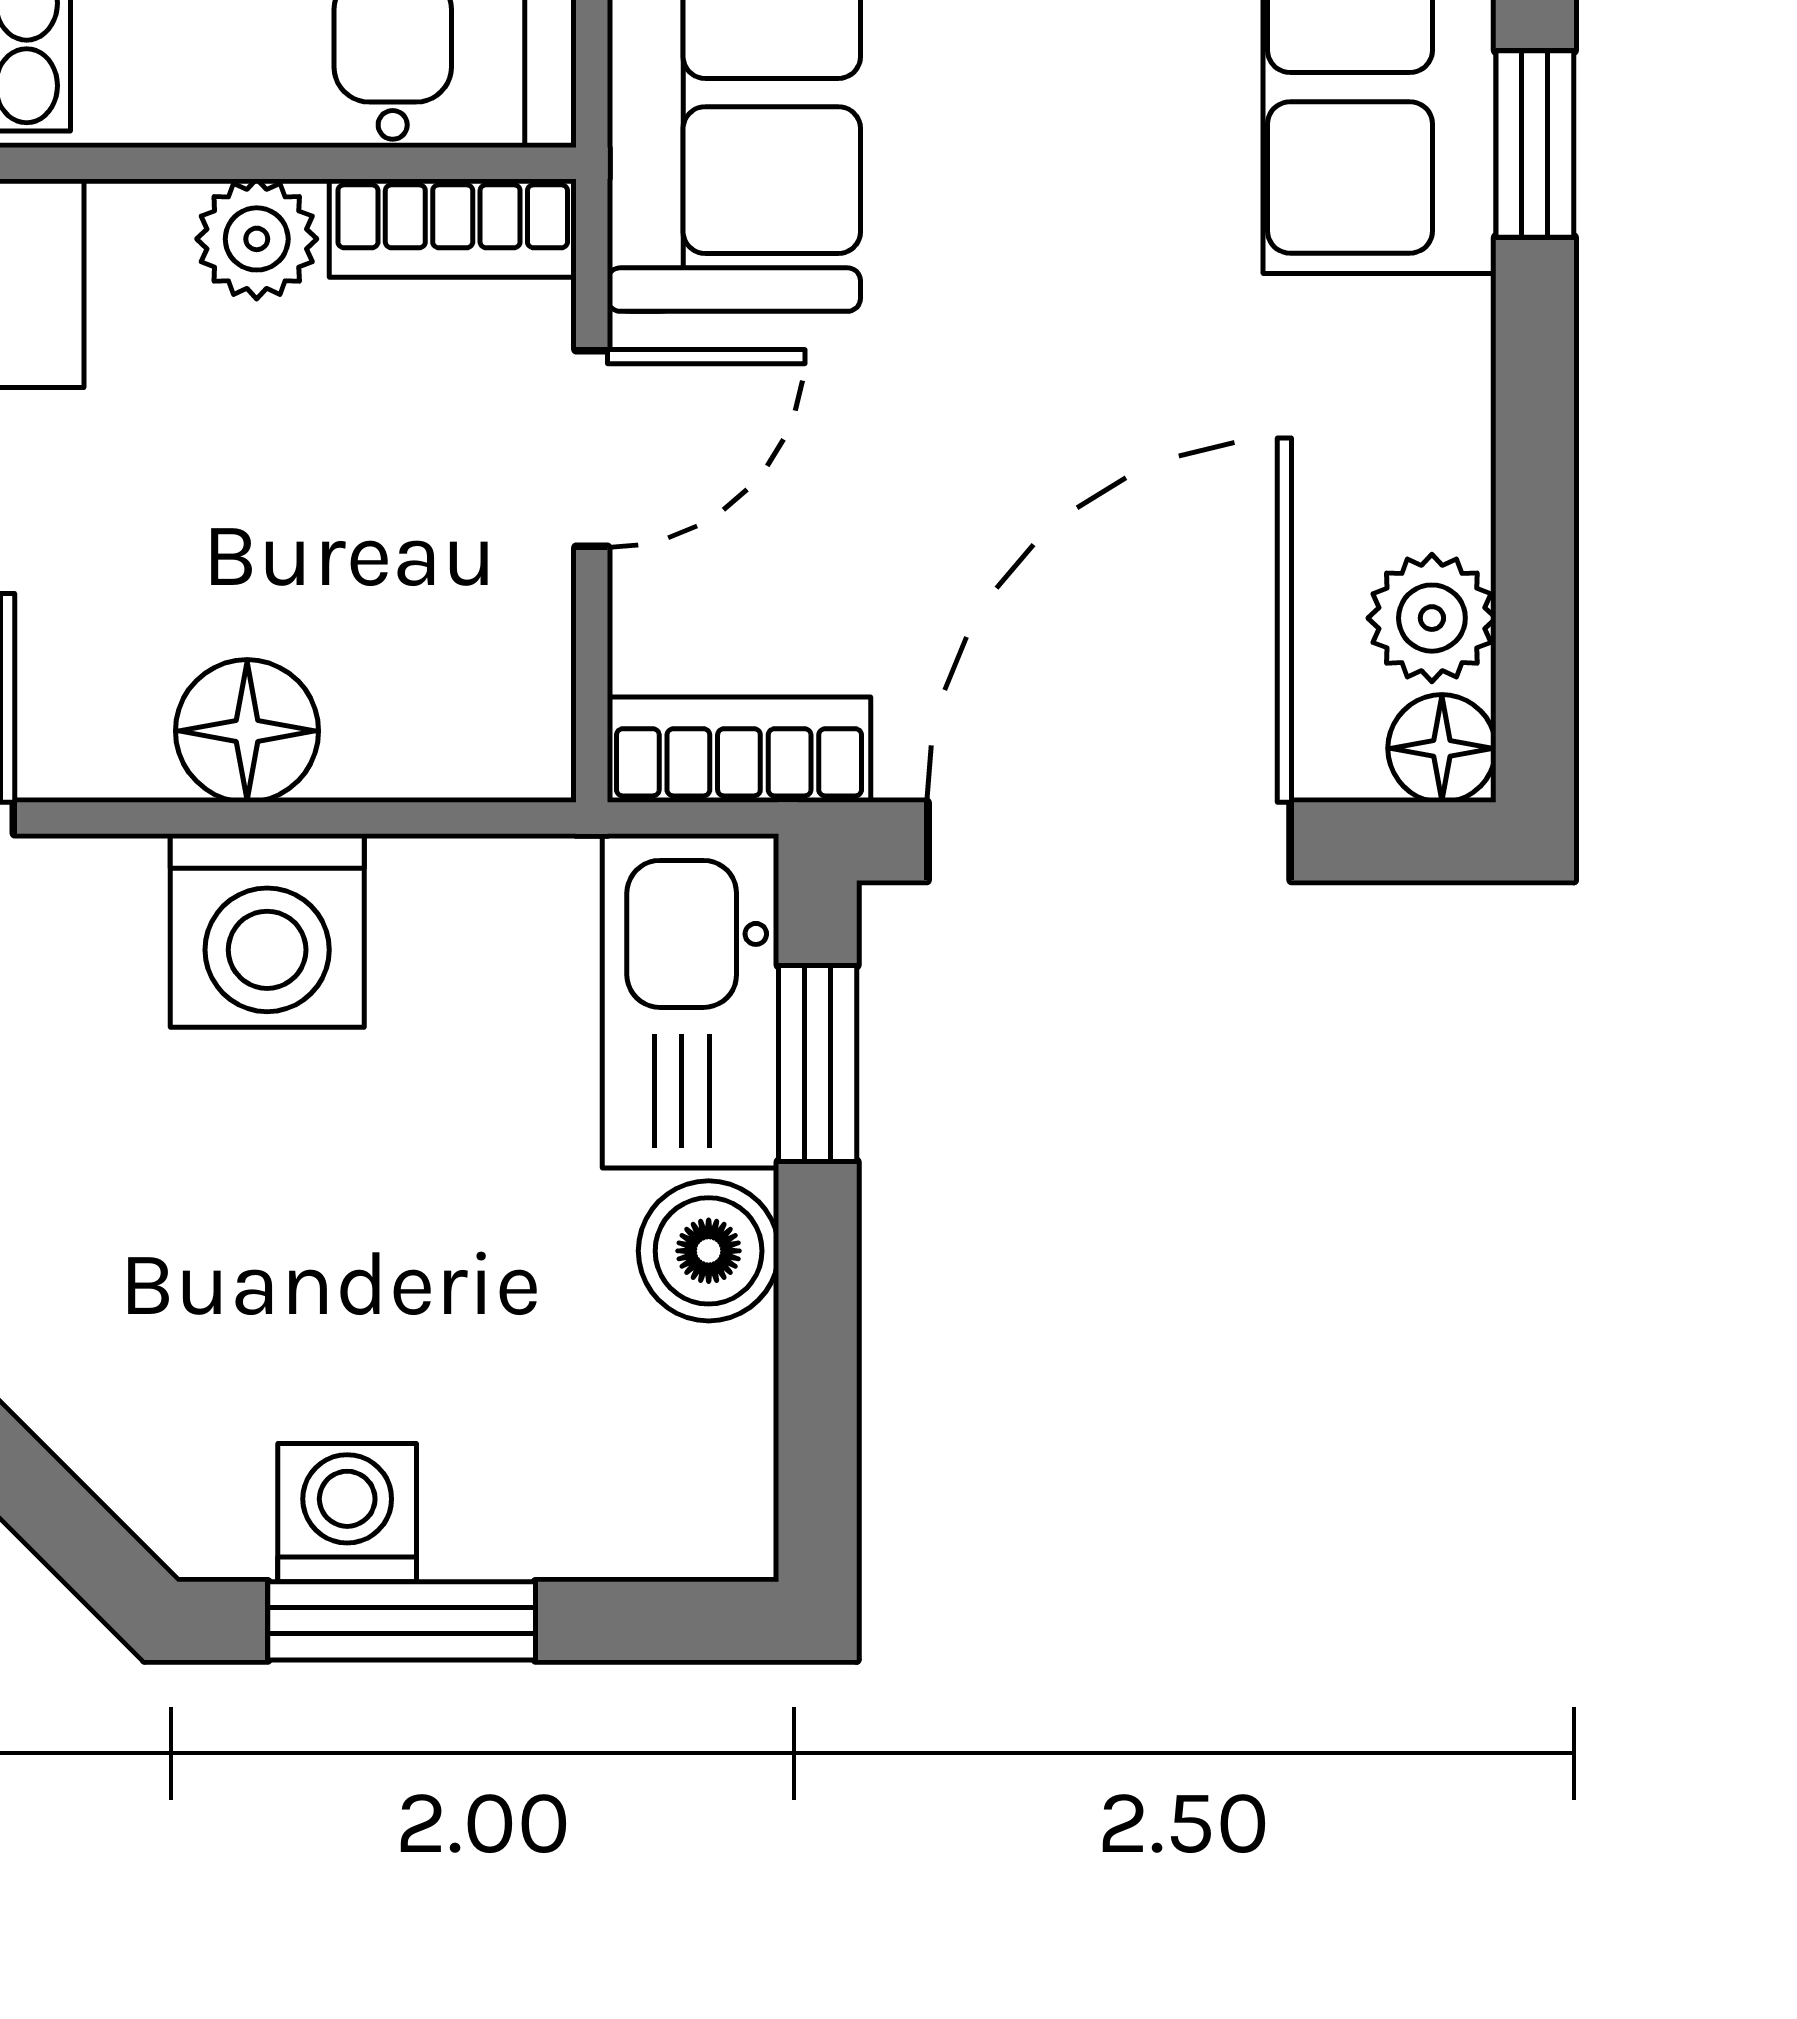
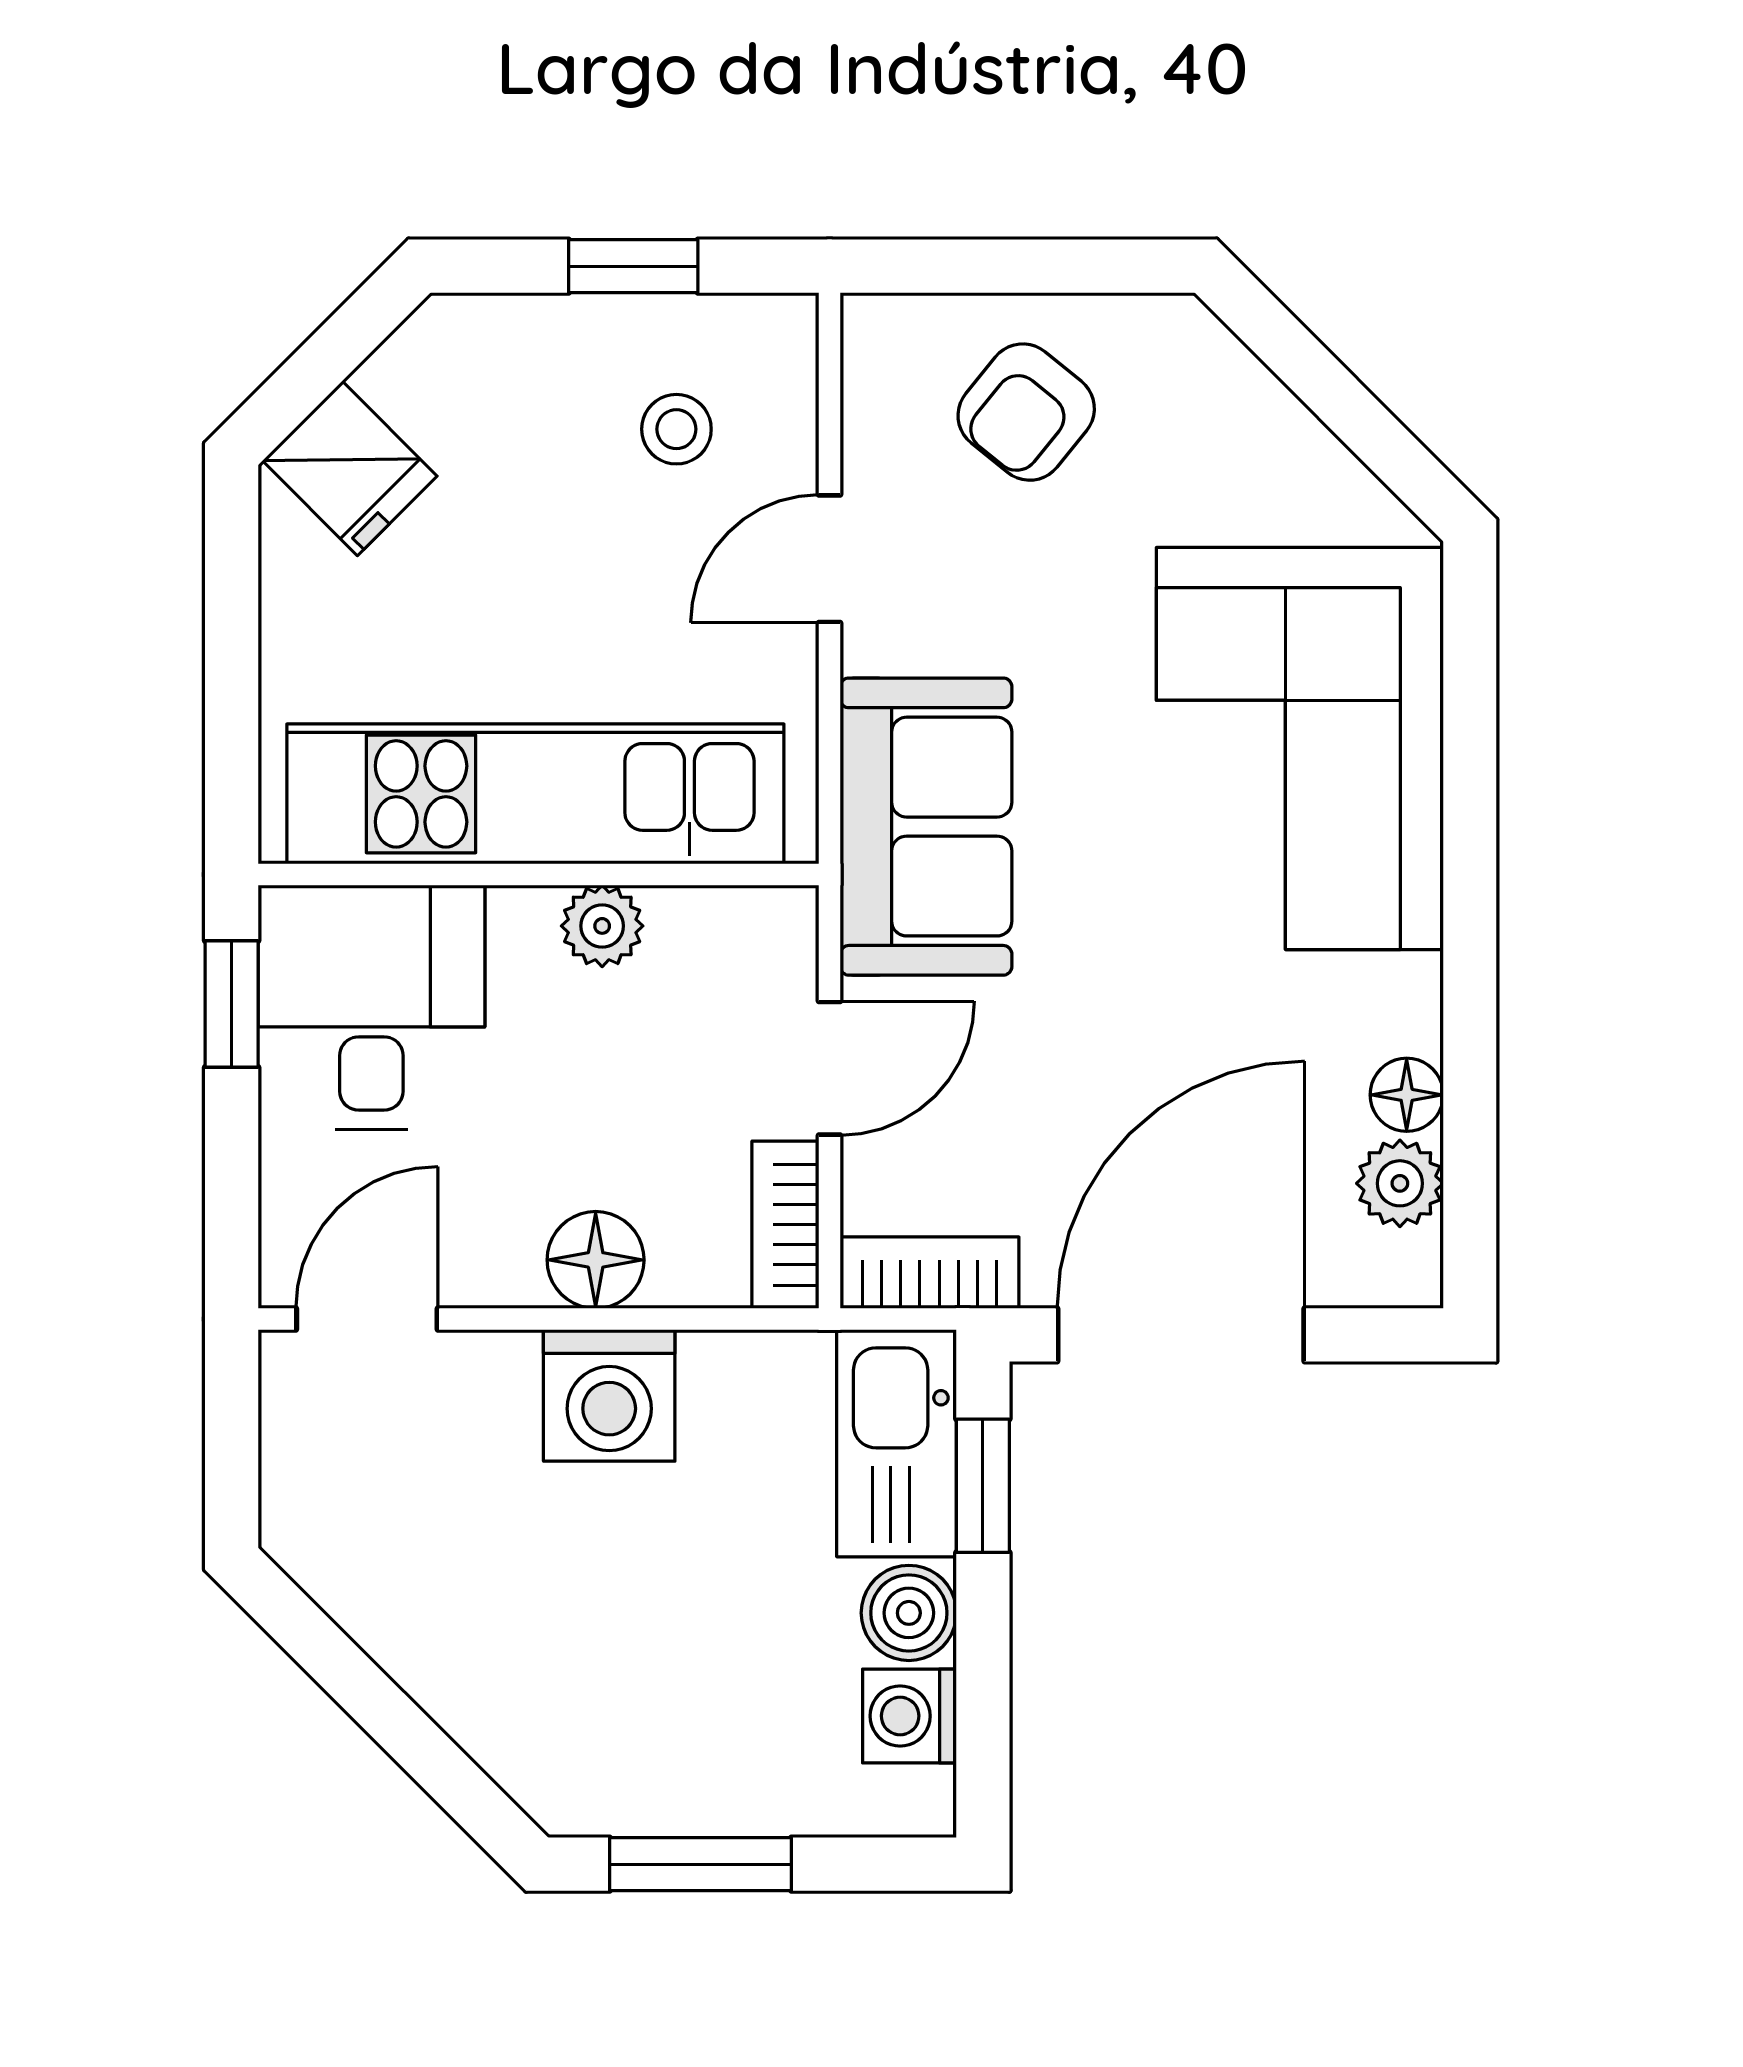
window: (1535, 144) -> (1470, 862), removed
bookcase: (453, 228) -> (785, 1225), moved, turned 90
floor lamp: (1442, 748) -> (1407, 1095), moved
washing machine: (347, 1513) -> (910, 1716), moved, turned -90

